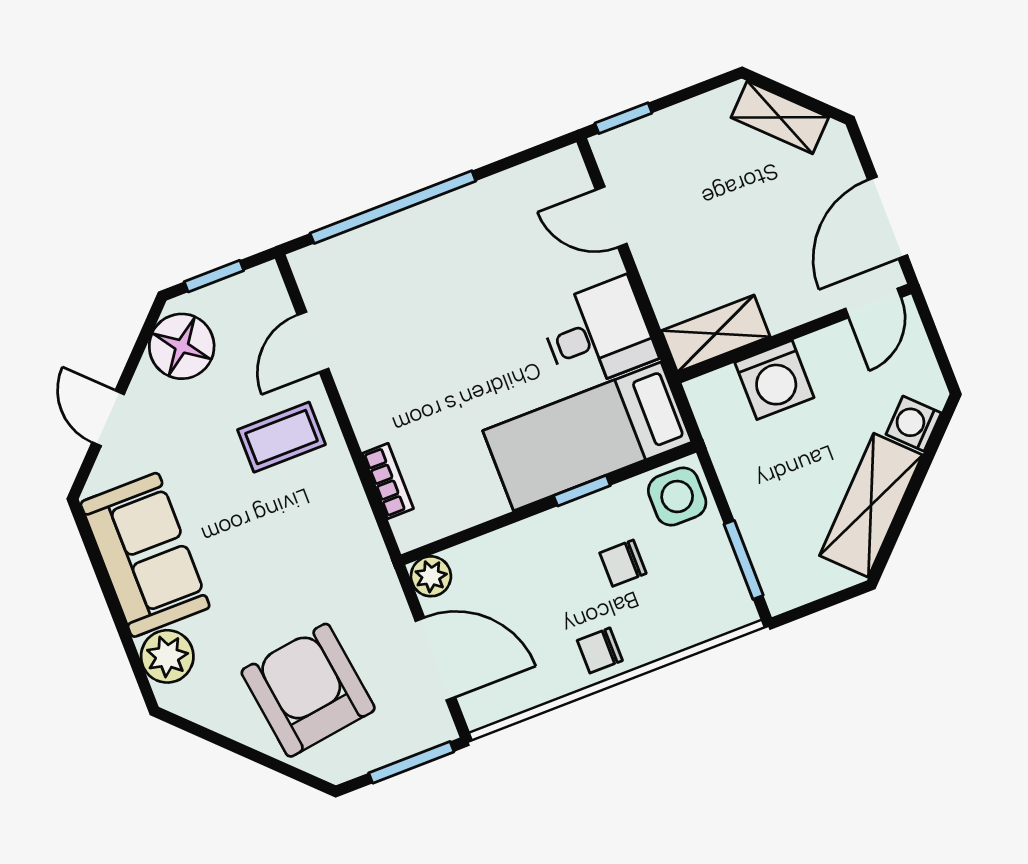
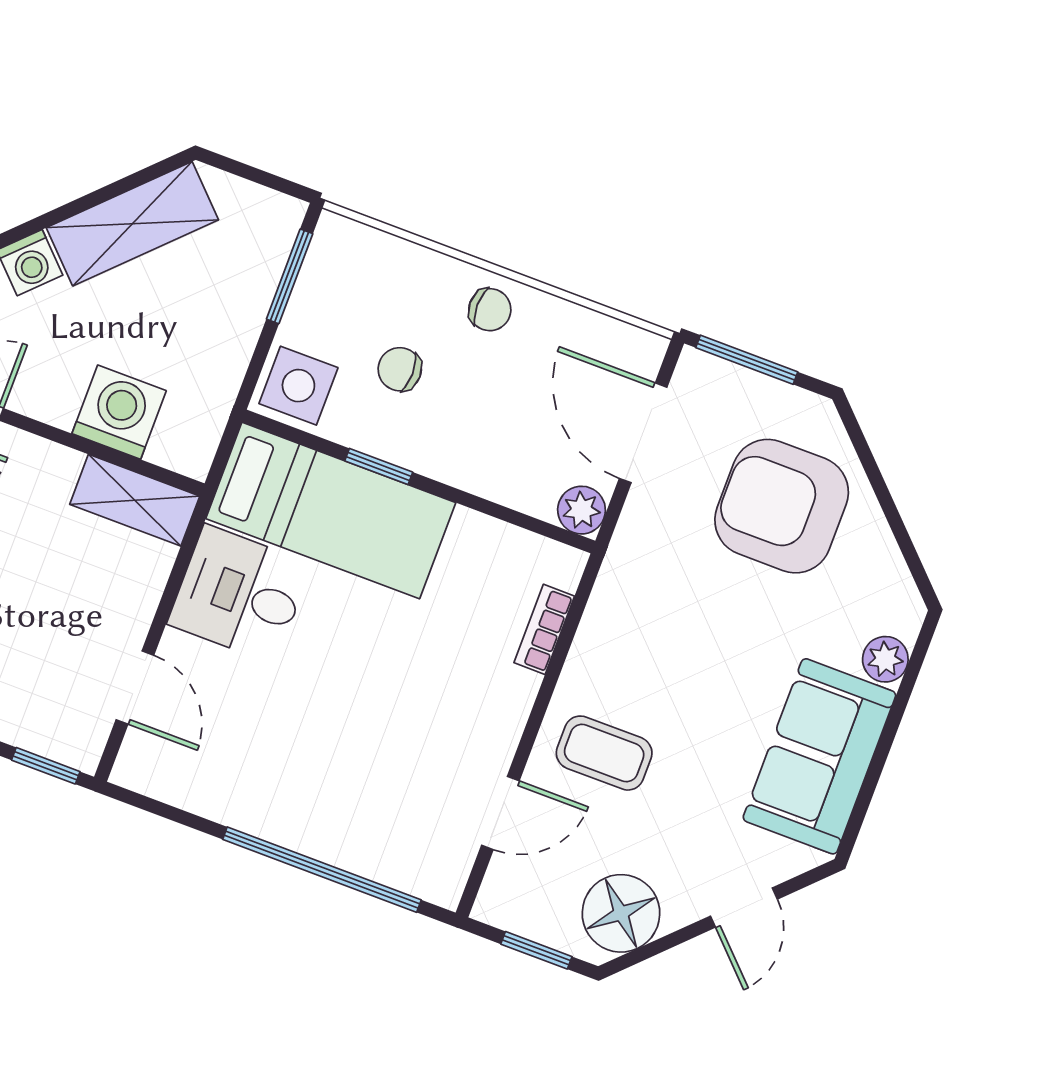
chair: (623, 563) -> (400, 369), turned 180
plant: (167, 656) -> (885, 659), width x0.73, depth x0.73
armchair: (308, 690) -> (782, 506), turned 98

